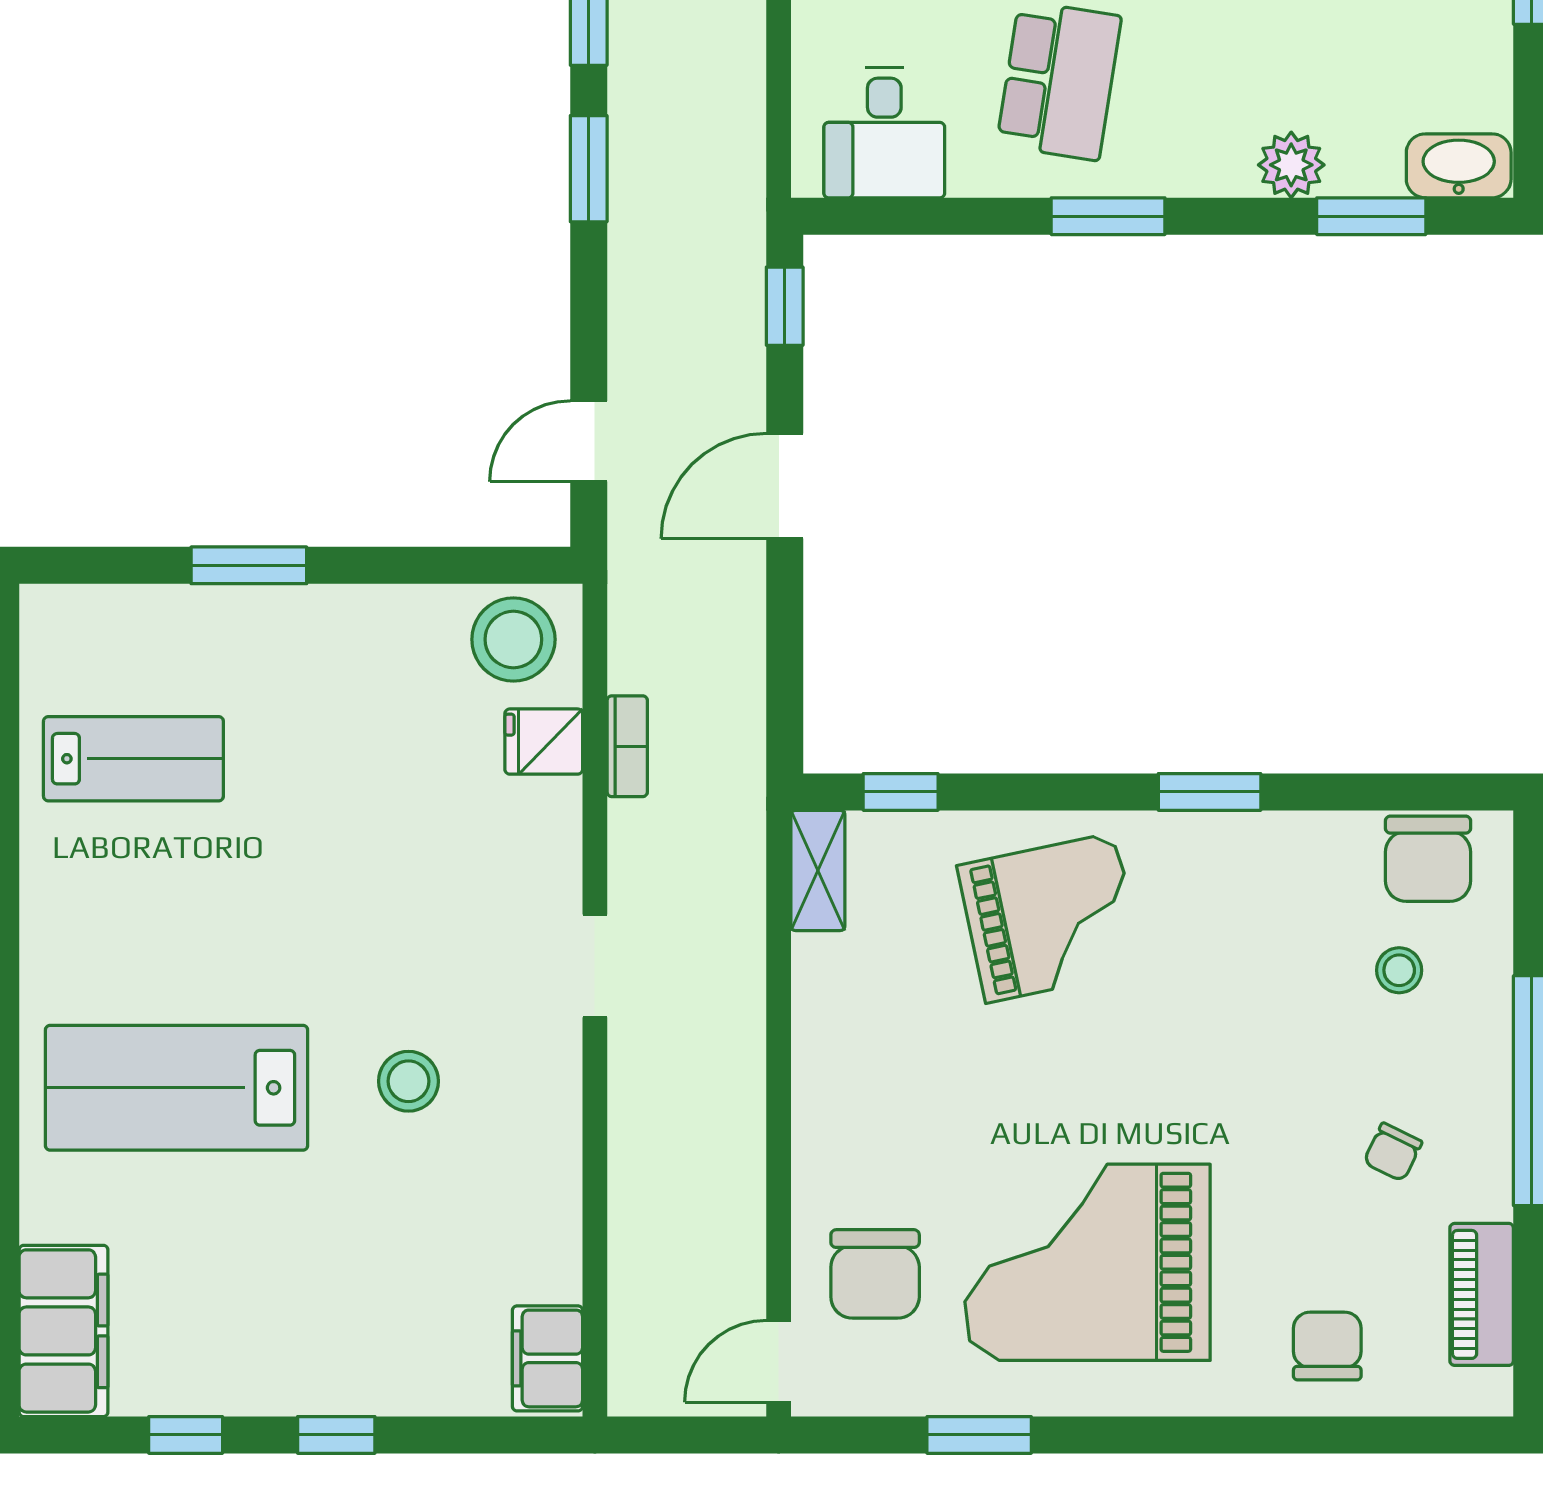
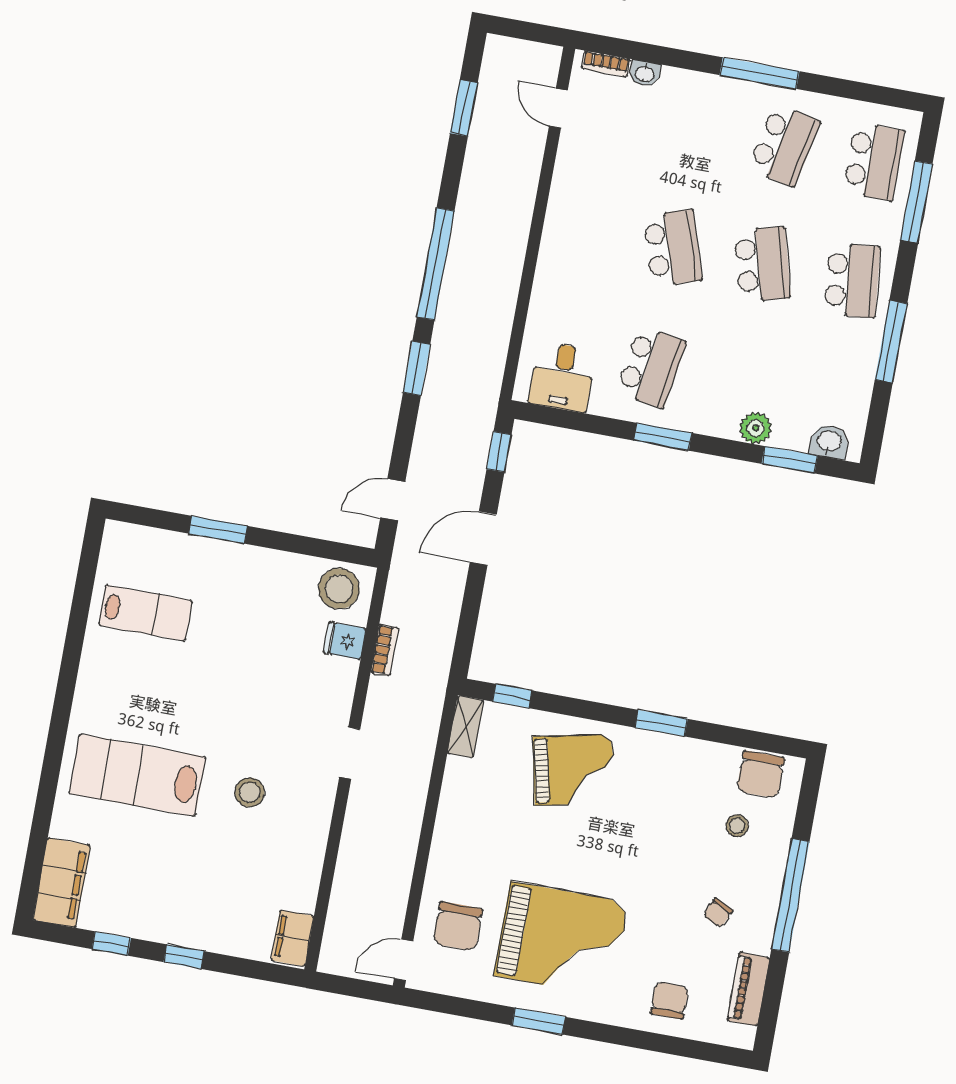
washbasin: (1459, 166) -> (829, 442), width x0.72
grand piano: (1087, 1262) -> (561, 939), turned 180
window: (979, 1435) -> (539, 1021), moved

